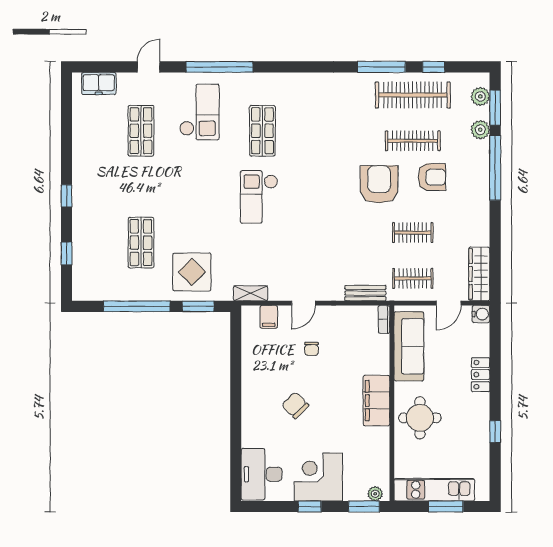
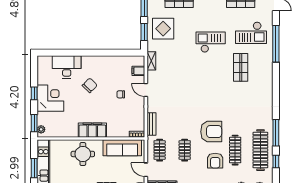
shop shelf: (262, 131) -> (241, 67), turned 90
checkout: (259, 197) -> (211, 42), moved
desk: (262, 474) -> (67, 67), moved

